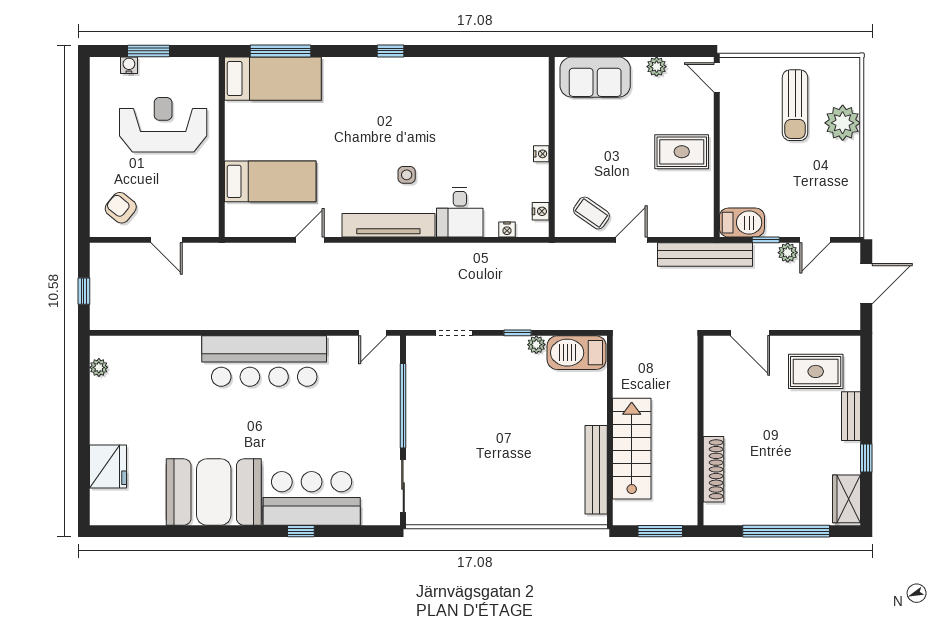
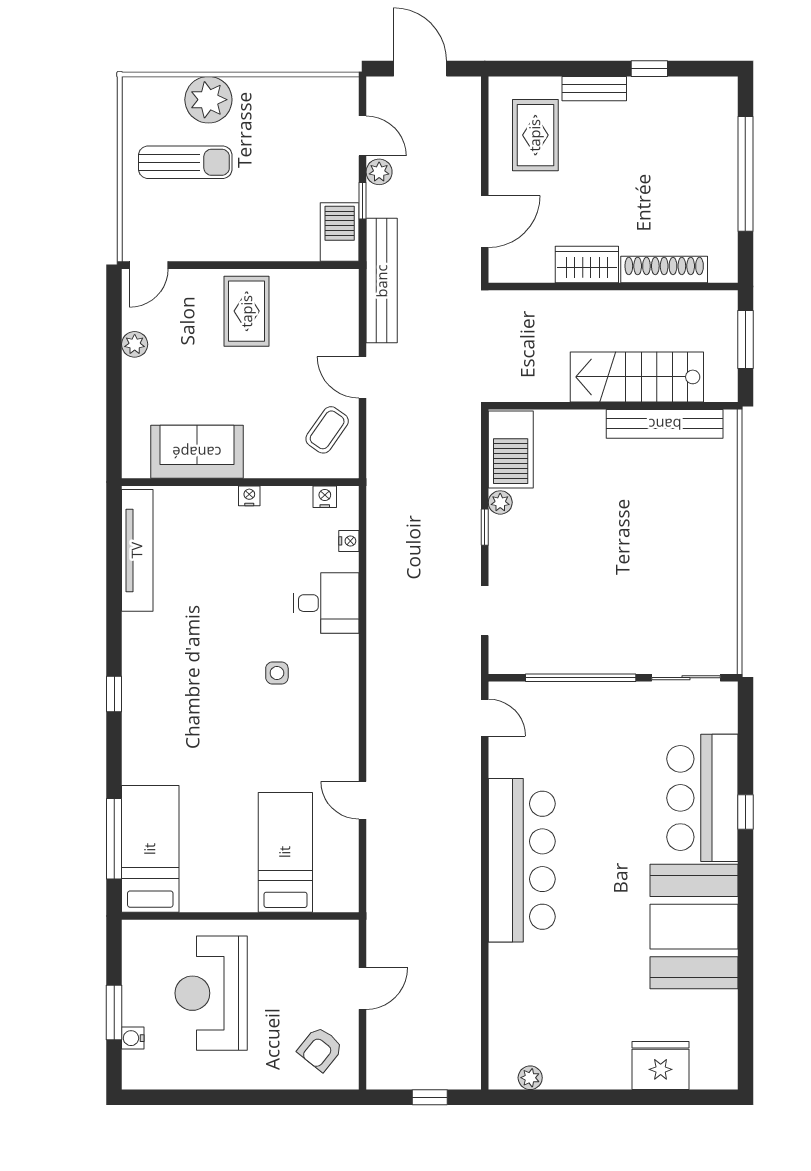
sofa: (595, 77) -> (197, 452), moved, turned -90
tv unit: (388, 225) -> (137, 550), moved, turned 180
wardrobe: (846, 499) -> (587, 265), moved, turned 180

